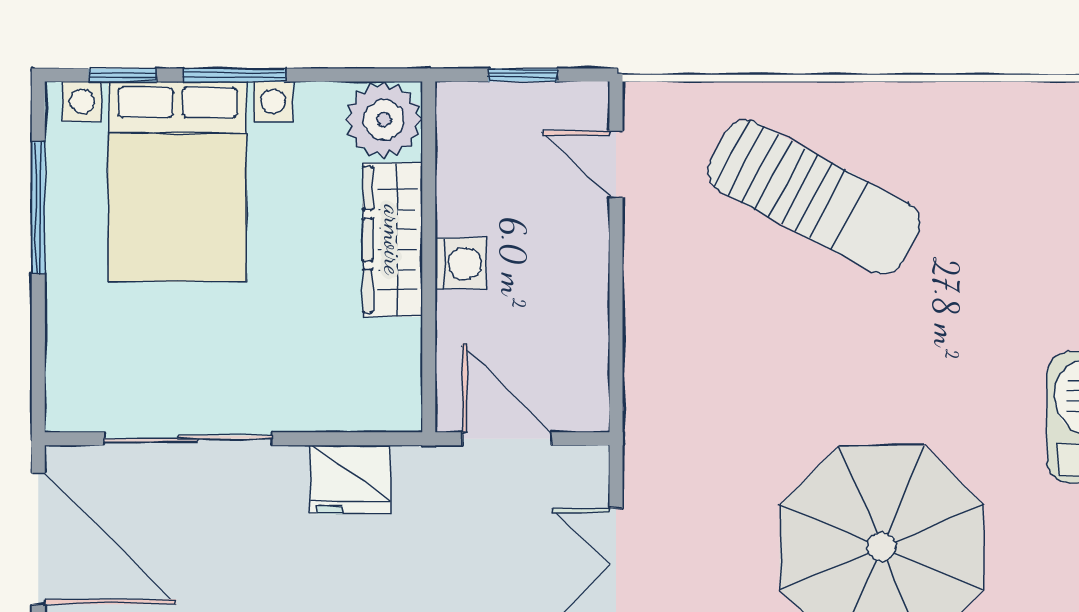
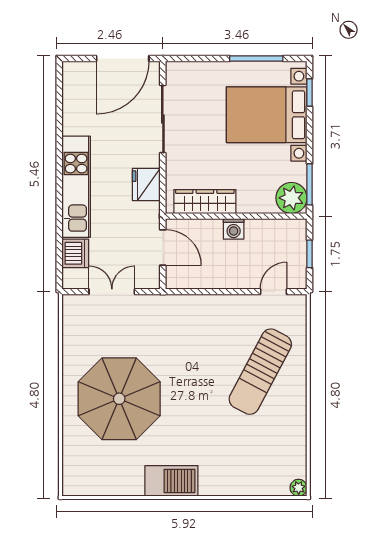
window: (234, 75) -> (310, 184), moved
wardrobe: (393, 240) -> (205, 202), moved
door: (507, 439) -> (163, 248), hinge flipped

